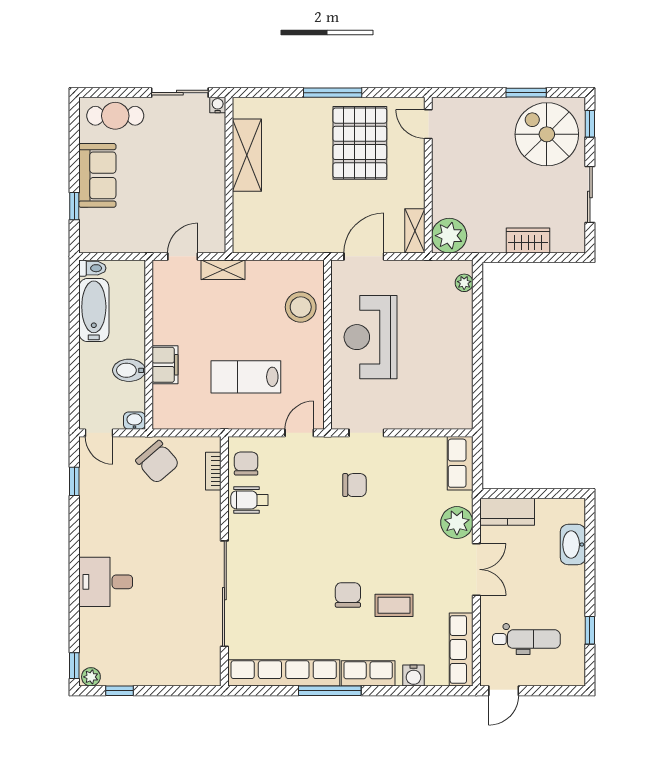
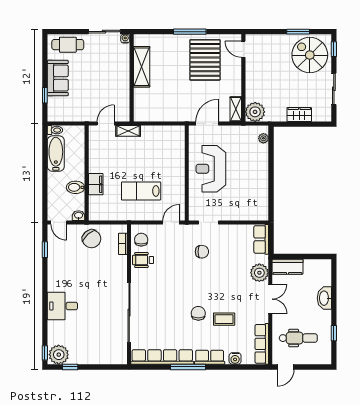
stool: (301, 307) -> (172, 152), removed
washbasin: (573, 545) -> (324, 298), moved
plant: (91, 677) -> (59, 355), width x1.88, depth x1.88

